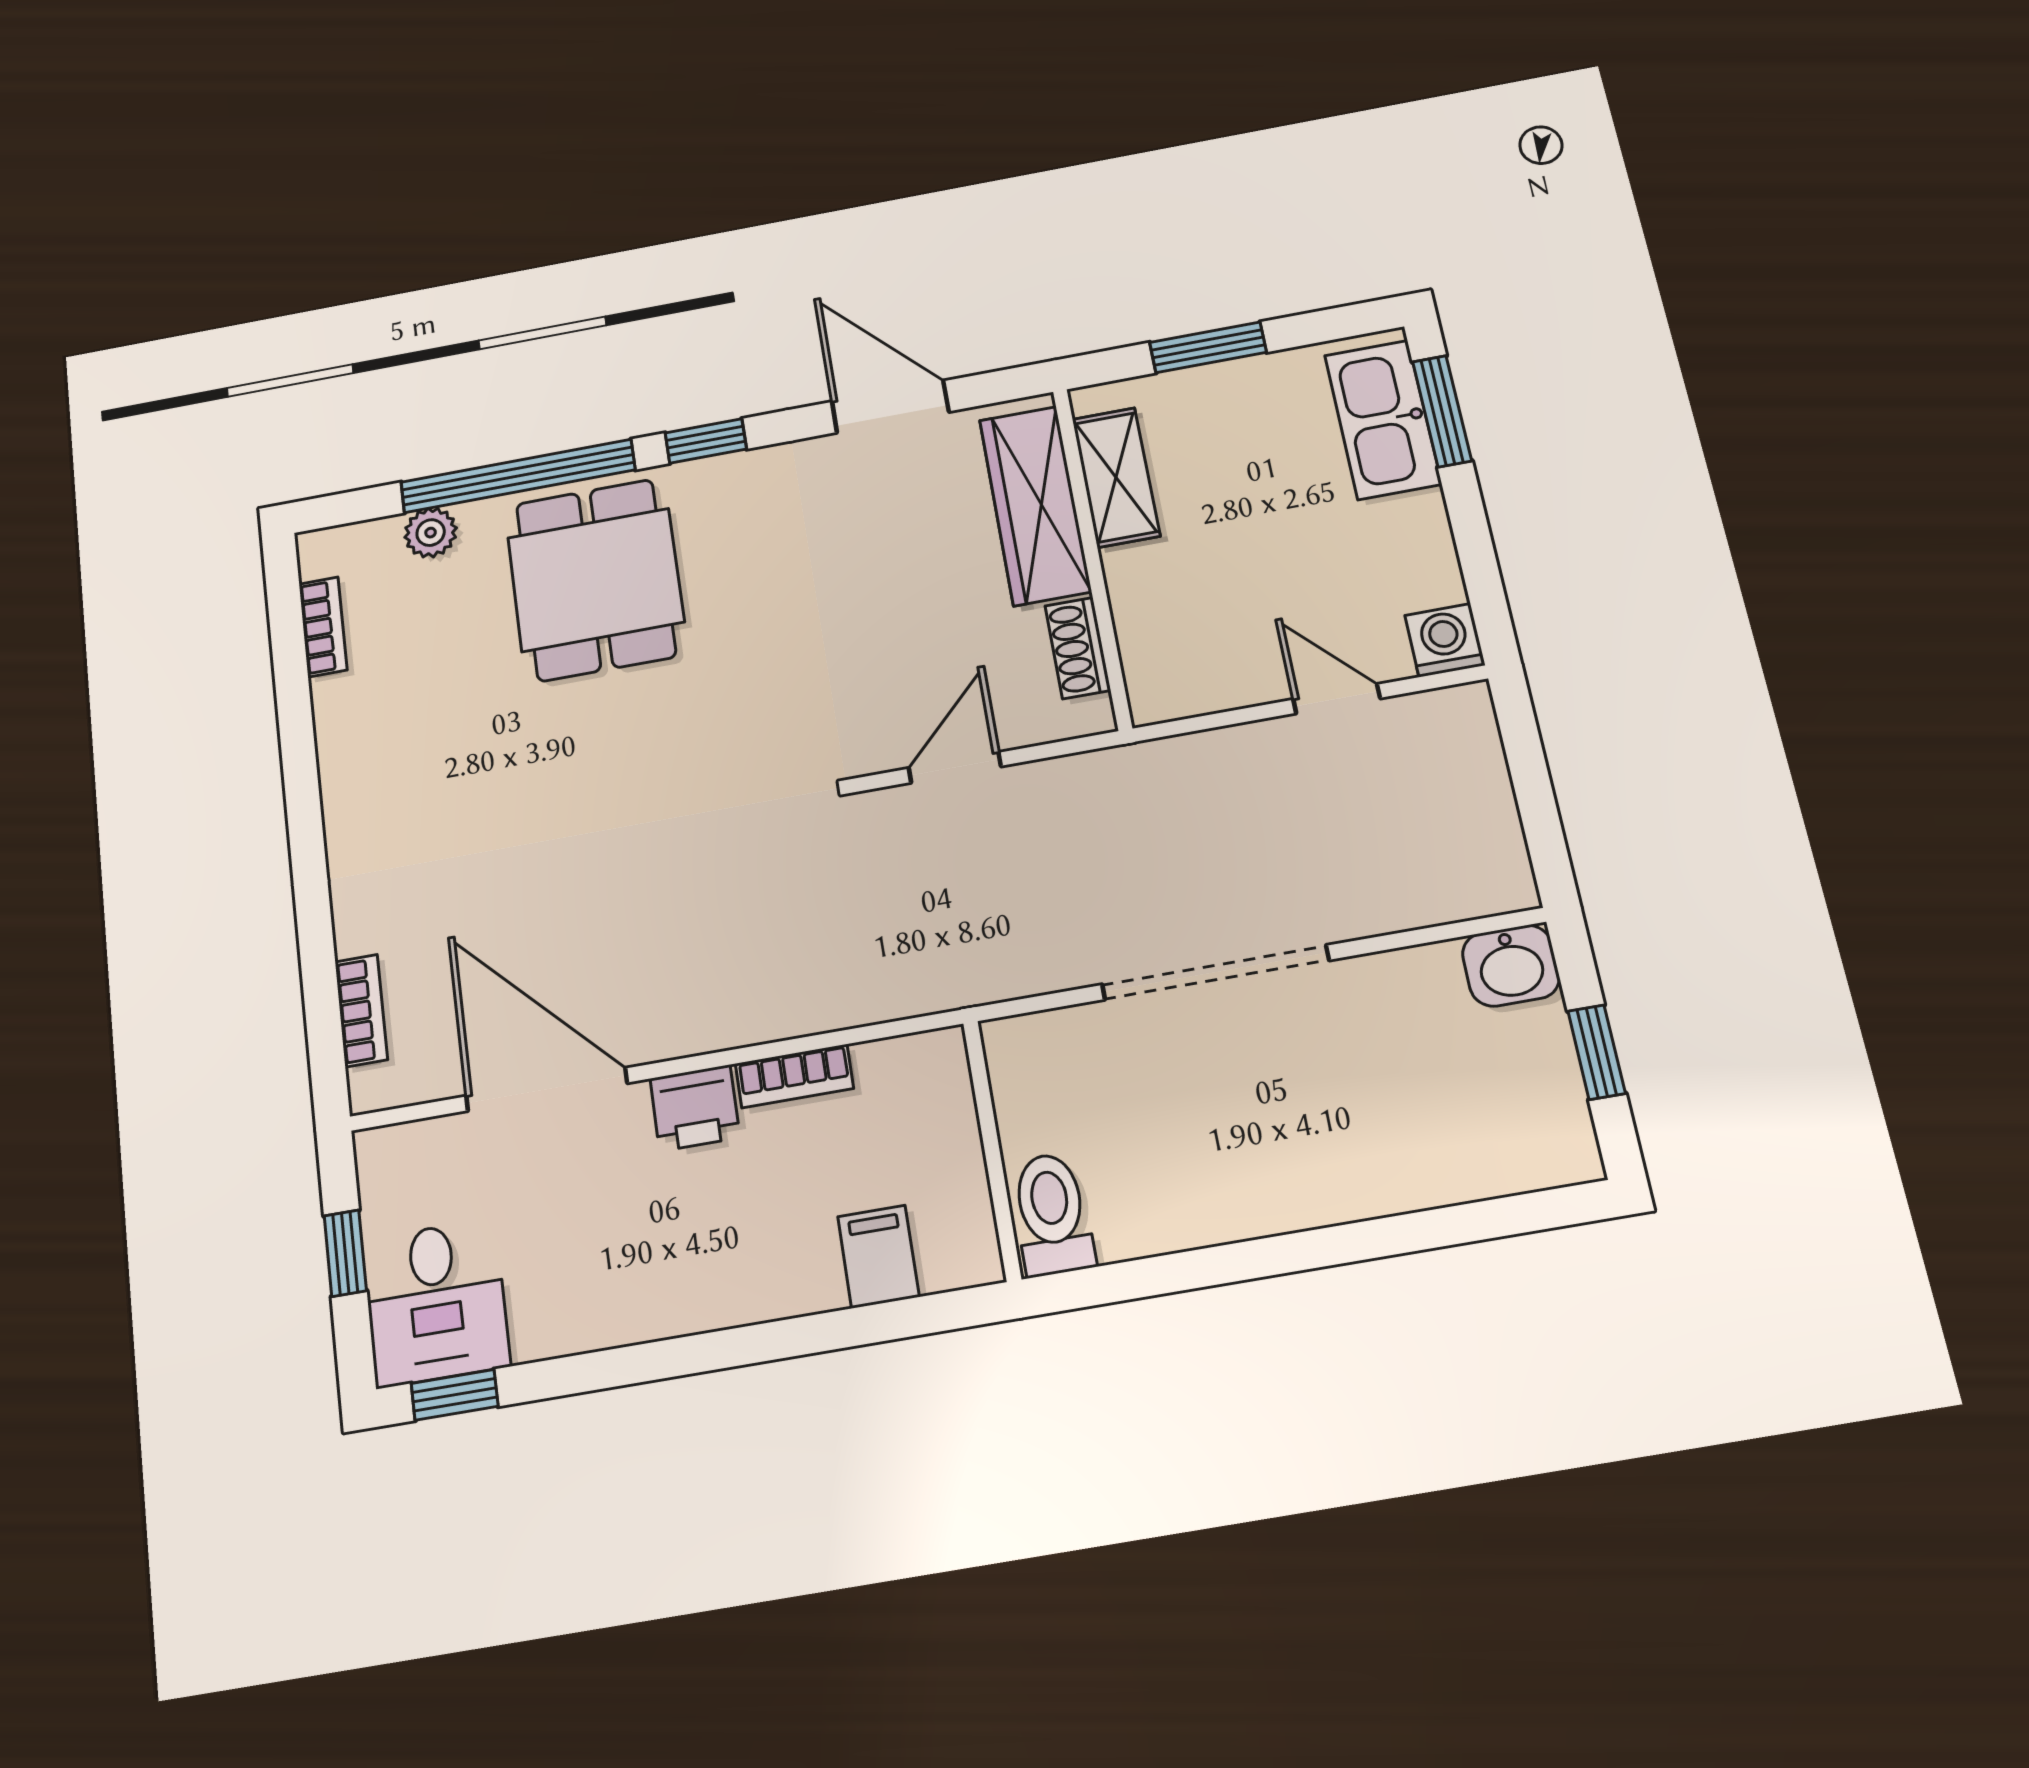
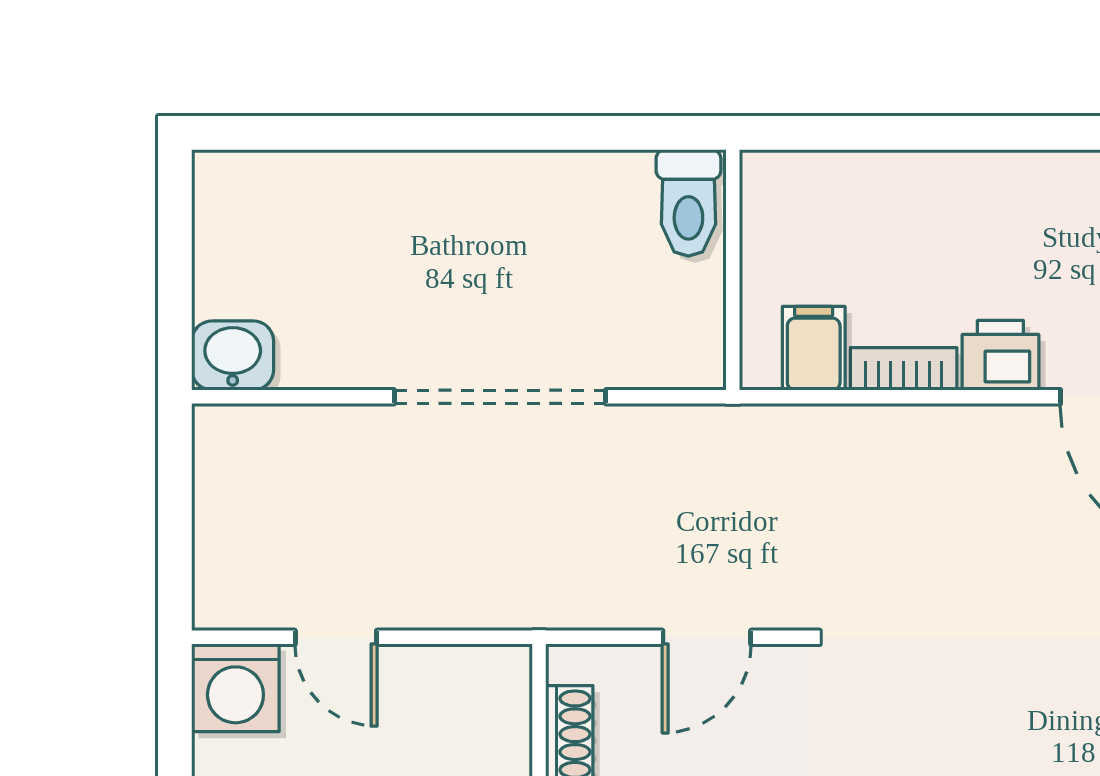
washing machine: (1445, 640) -> (235, 688), width x1.38, depth x1.38
window: (1597, 1052) -> (175, 264), removed
filing cabinet: (878, 1257) -> (814, 348), moved, turned 180

